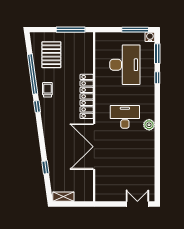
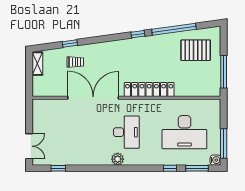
trolley: (47, 90) -> (75, 62), moved
window: (157, 178) -> (58, 168), added

